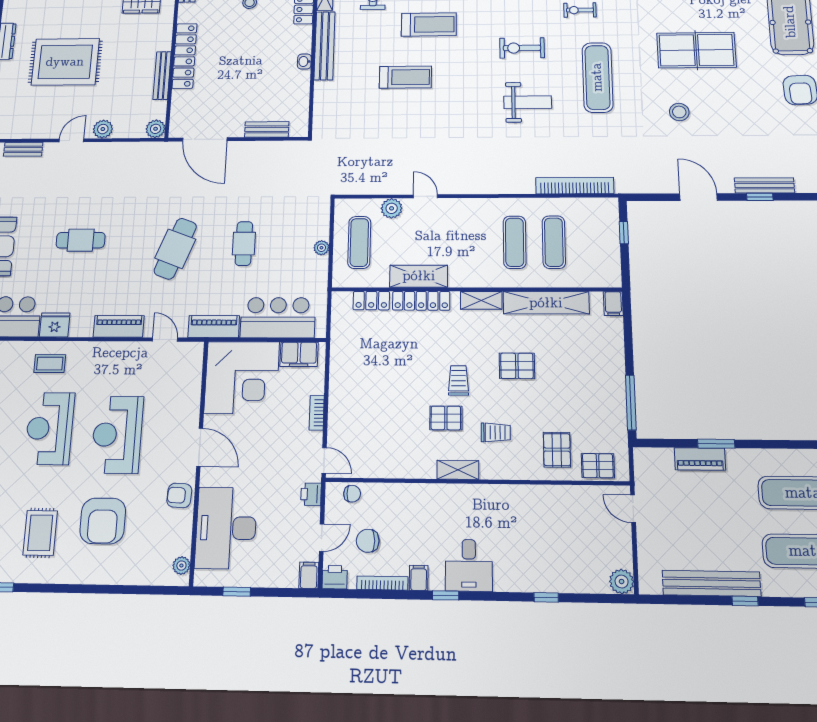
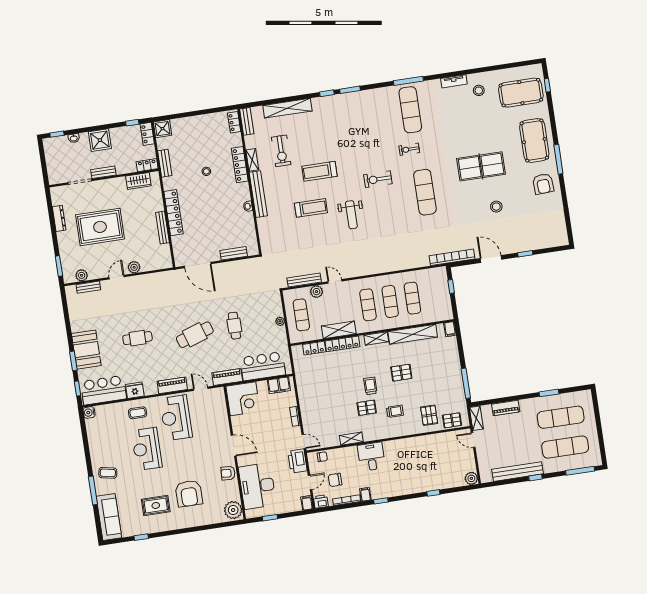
treadmill: (429, 24) -> (319, 171), turned 180
weight bench: (528, 102) -> (351, 215), moved, turned 90
stool: (679, 112) -> (496, 207), moved
plant: (156, 129) -> (82, 275), moved
bench: (764, 185) -> (304, 280), moved
bookcase: (575, 186) -> (452, 257), moved
exercise mat: (475, 242) -> (368, 305), added
cafe table: (175, 249) -> (195, 335), turned 51
corner desk: (242, 378) -> (243, 399), width x0.74, depth x0.74
reception desk: (117, 435) -> (176, 418), moved
window: (716, 444) -> (549, 393), moved
shelving: (644, 469) -> (476, 418), added
shelving: (458, 470) -> (351, 439), moved
printer: (311, 494) -> (297, 461), width x1.87, depth x1.48
rug: (40, 533) -> (156, 505), turned 90
desk: (469, 565) -> (371, 457), moved, turned 180
plant: (181, 566) -> (233, 510), width x1.87, depth x1.87

